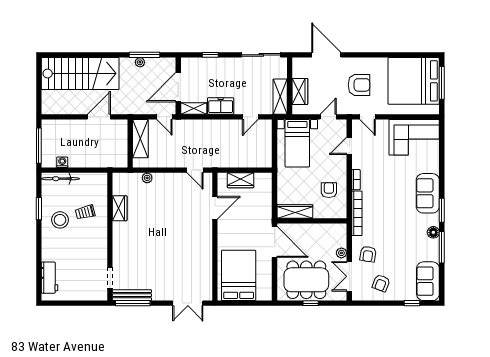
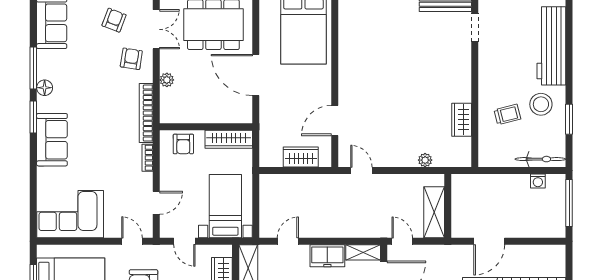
door: (328, 117) -> (184, 241), hinge flipped
wardrobe: (295, 211) -> (229, 139), moved
wall: (312, 221) -> (206, 127), moved
plant: (341, 253) -> (167, 80), moved
workbench: (50, 278) -> (551, 46), width x1.87, depth x1.32

